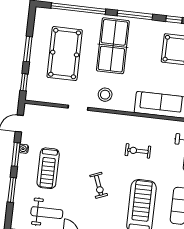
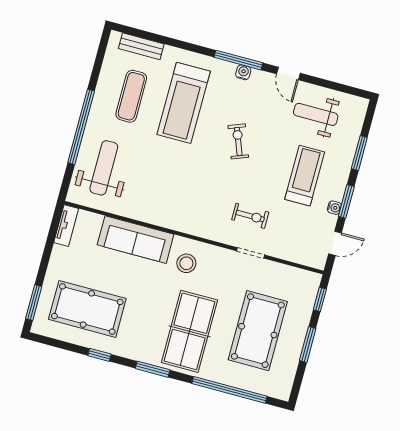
window: (135, 15) -> (153, 369), width x0.69
stool: (105, 95) -> (186, 263), moved
exercise bike: (138, 151) -> (250, 216), moved

